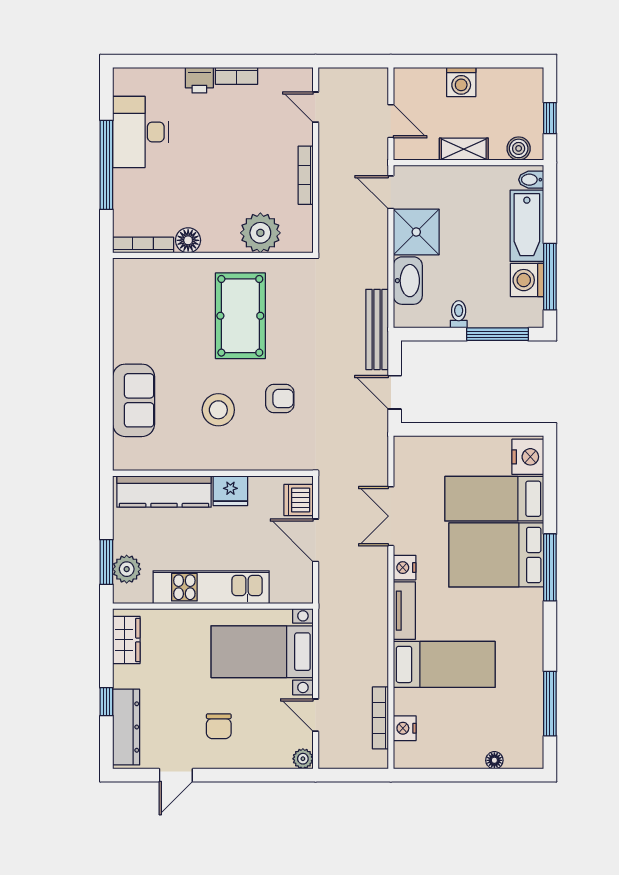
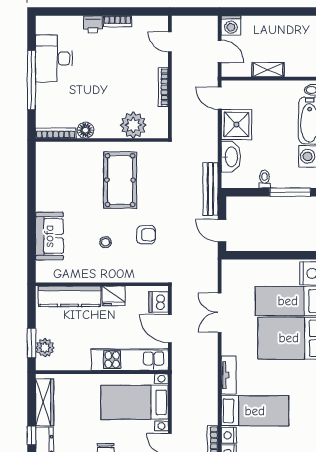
washing machine: (461, 82) -> (231, 25), moved
boiler: (519, 148) -> (304, 69), removed
stool: (218, 410) -> (105, 242), width x0.53, depth x0.53
nightstand: (405, 568) -> (229, 435), moved
kitchen unit: (211, 587) -> (130, 360), moved
wardrobe: (126, 640) -> (45, 402), width x1.50

